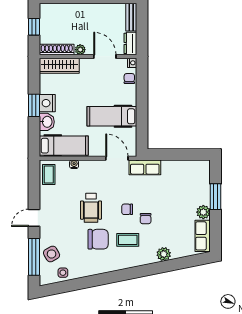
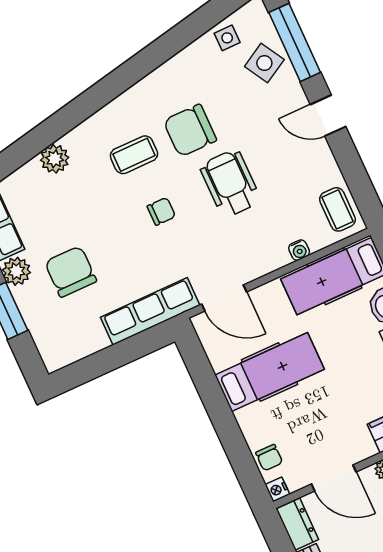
row of seats: (145, 167) -> (150, 311), width x1.48
door: (34, 218) -> (328, 116), swing flipped
chair: (146, 219) -> (71, 272), moved, width x1.87, depth x1.87

